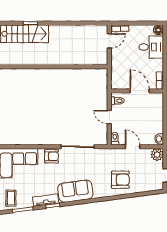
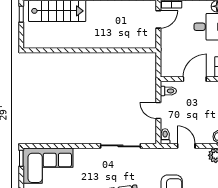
door: (140, 91) -> (195, 79), hinge flipped
armchair: (52, 156) -> (89, 157), removed

